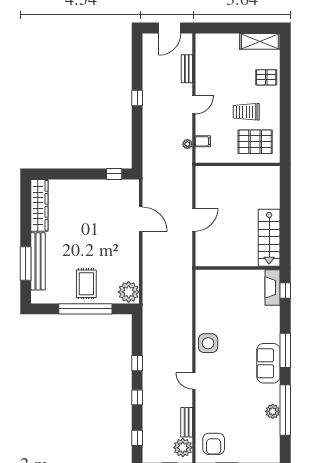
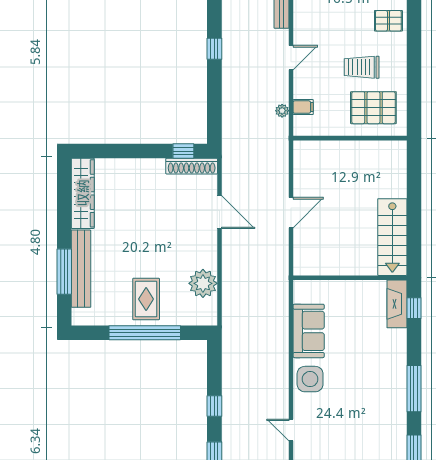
shoe rack: (120, 185) -> (192, 166), added
plant: (129, 292) -> (203, 283), moved
sofa: (268, 363) -> (309, 331), moved, turned 180

